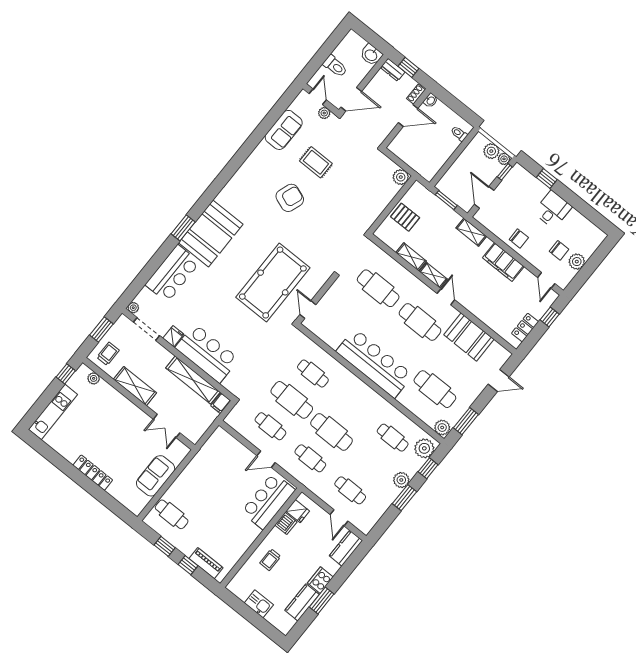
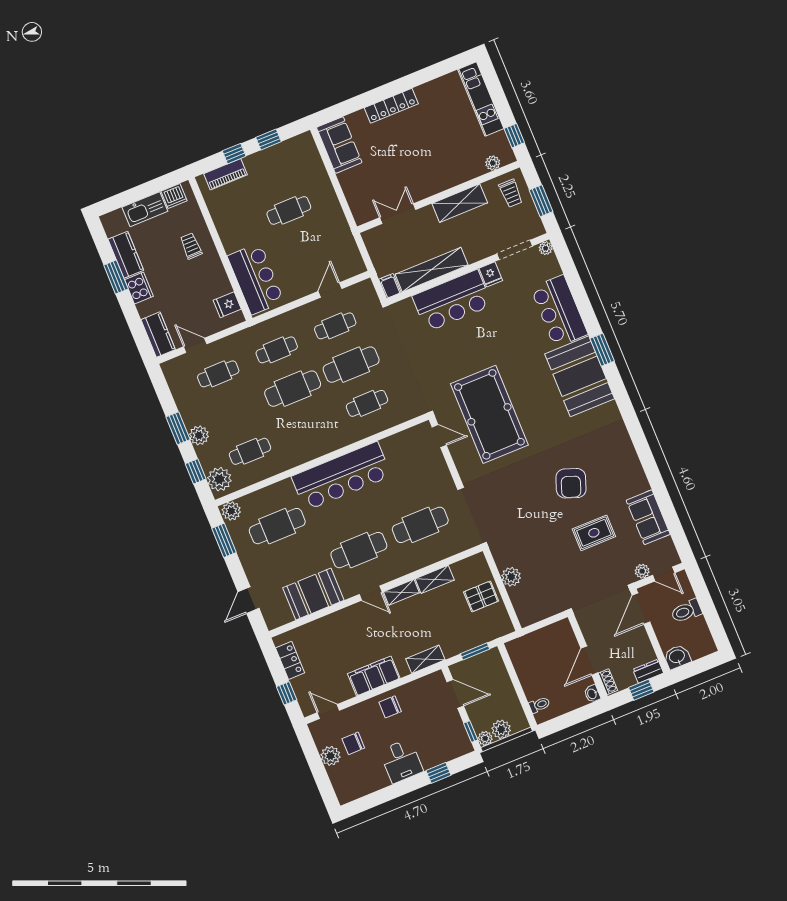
plant: (401, 177) -> (511, 577), moved
door: (266, 459) -> (330, 290), moved
sofa: (156, 476) -> (339, 145), moved
cafe table: (172, 514) -> (289, 210), moved
dishwasher: (286, 523) -> (174, 196), moved, turned -90
kitchen sink: (259, 604) -> (145, 209), width x1.38

